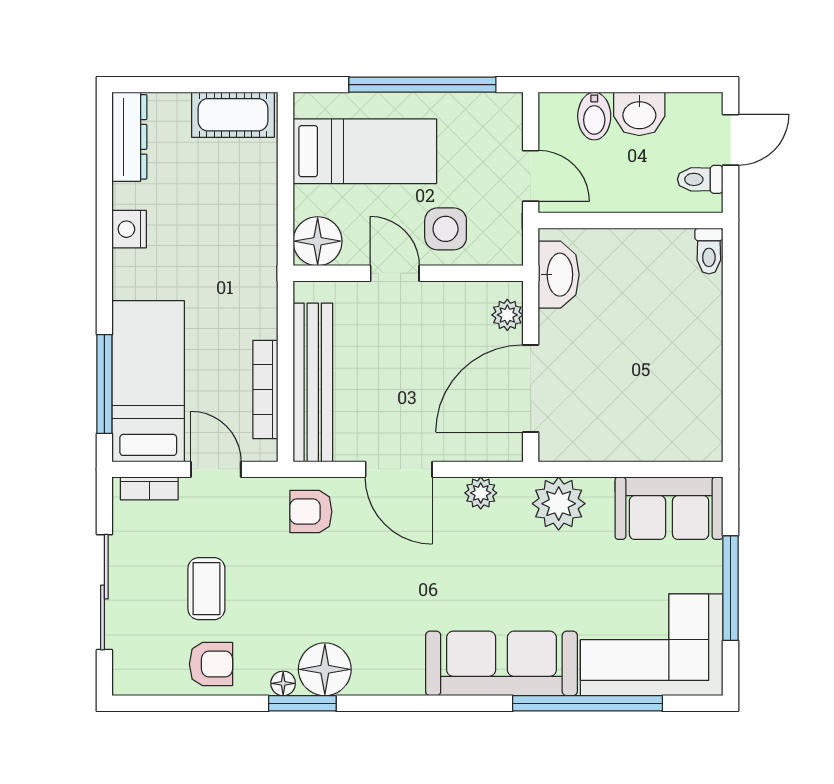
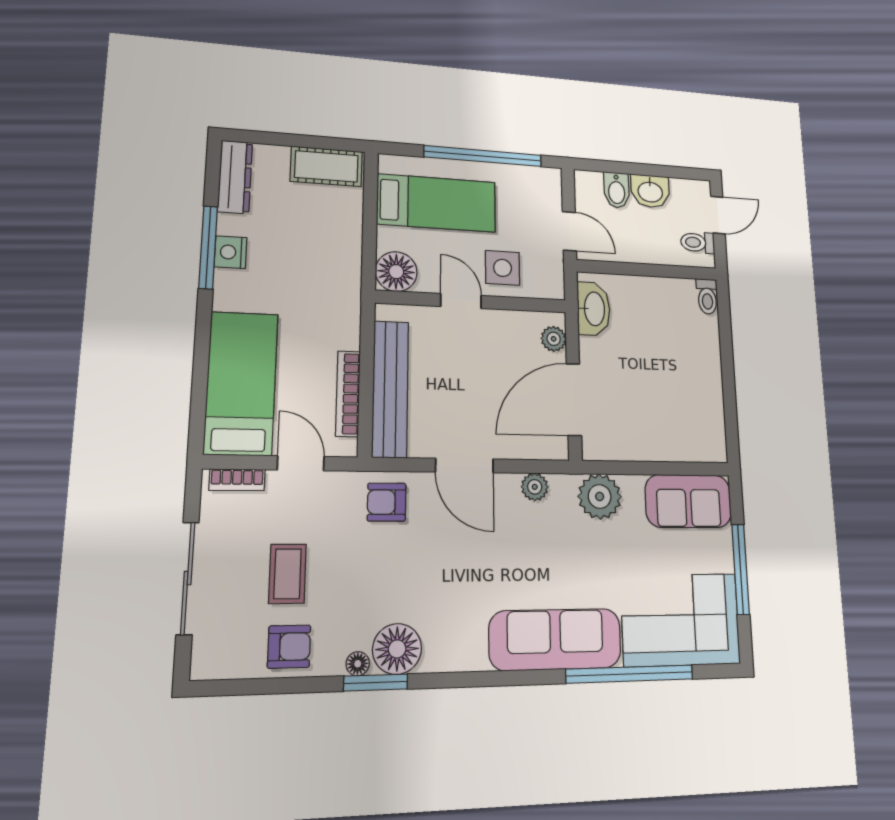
window: (104, 384) -> (208, 247), moved

